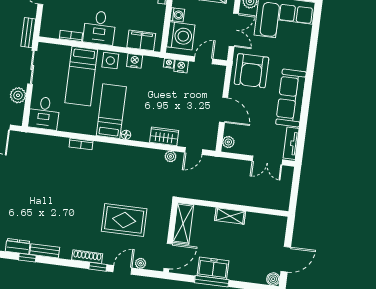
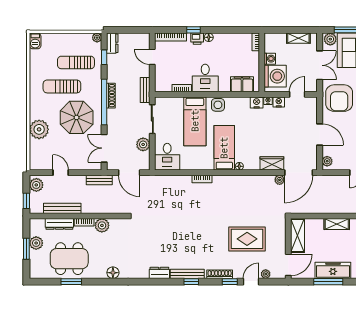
nightstand: (135, 61) -> (257, 102), moved
door: (194, 151) -> (299, 173), width x1.88
bench: (45, 251) -> (187, 274), width x1.36
window: (27, 258) -> (191, 282), moved
freezer: (213, 268) -> (333, 270), width x1.40

